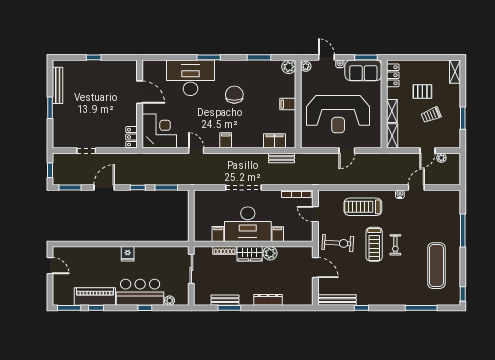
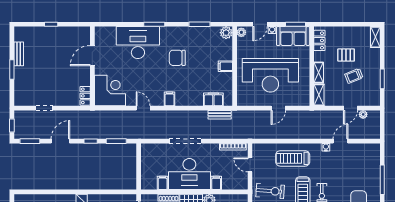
door: (326, 57) -> (260, 24), swing flipped
bench: (58, 85) -> (19, 54), width x0.73
door: (140, 92) -> (92, 56), swing flipped
chair: (234, 95) -> (177, 58), turned -90

